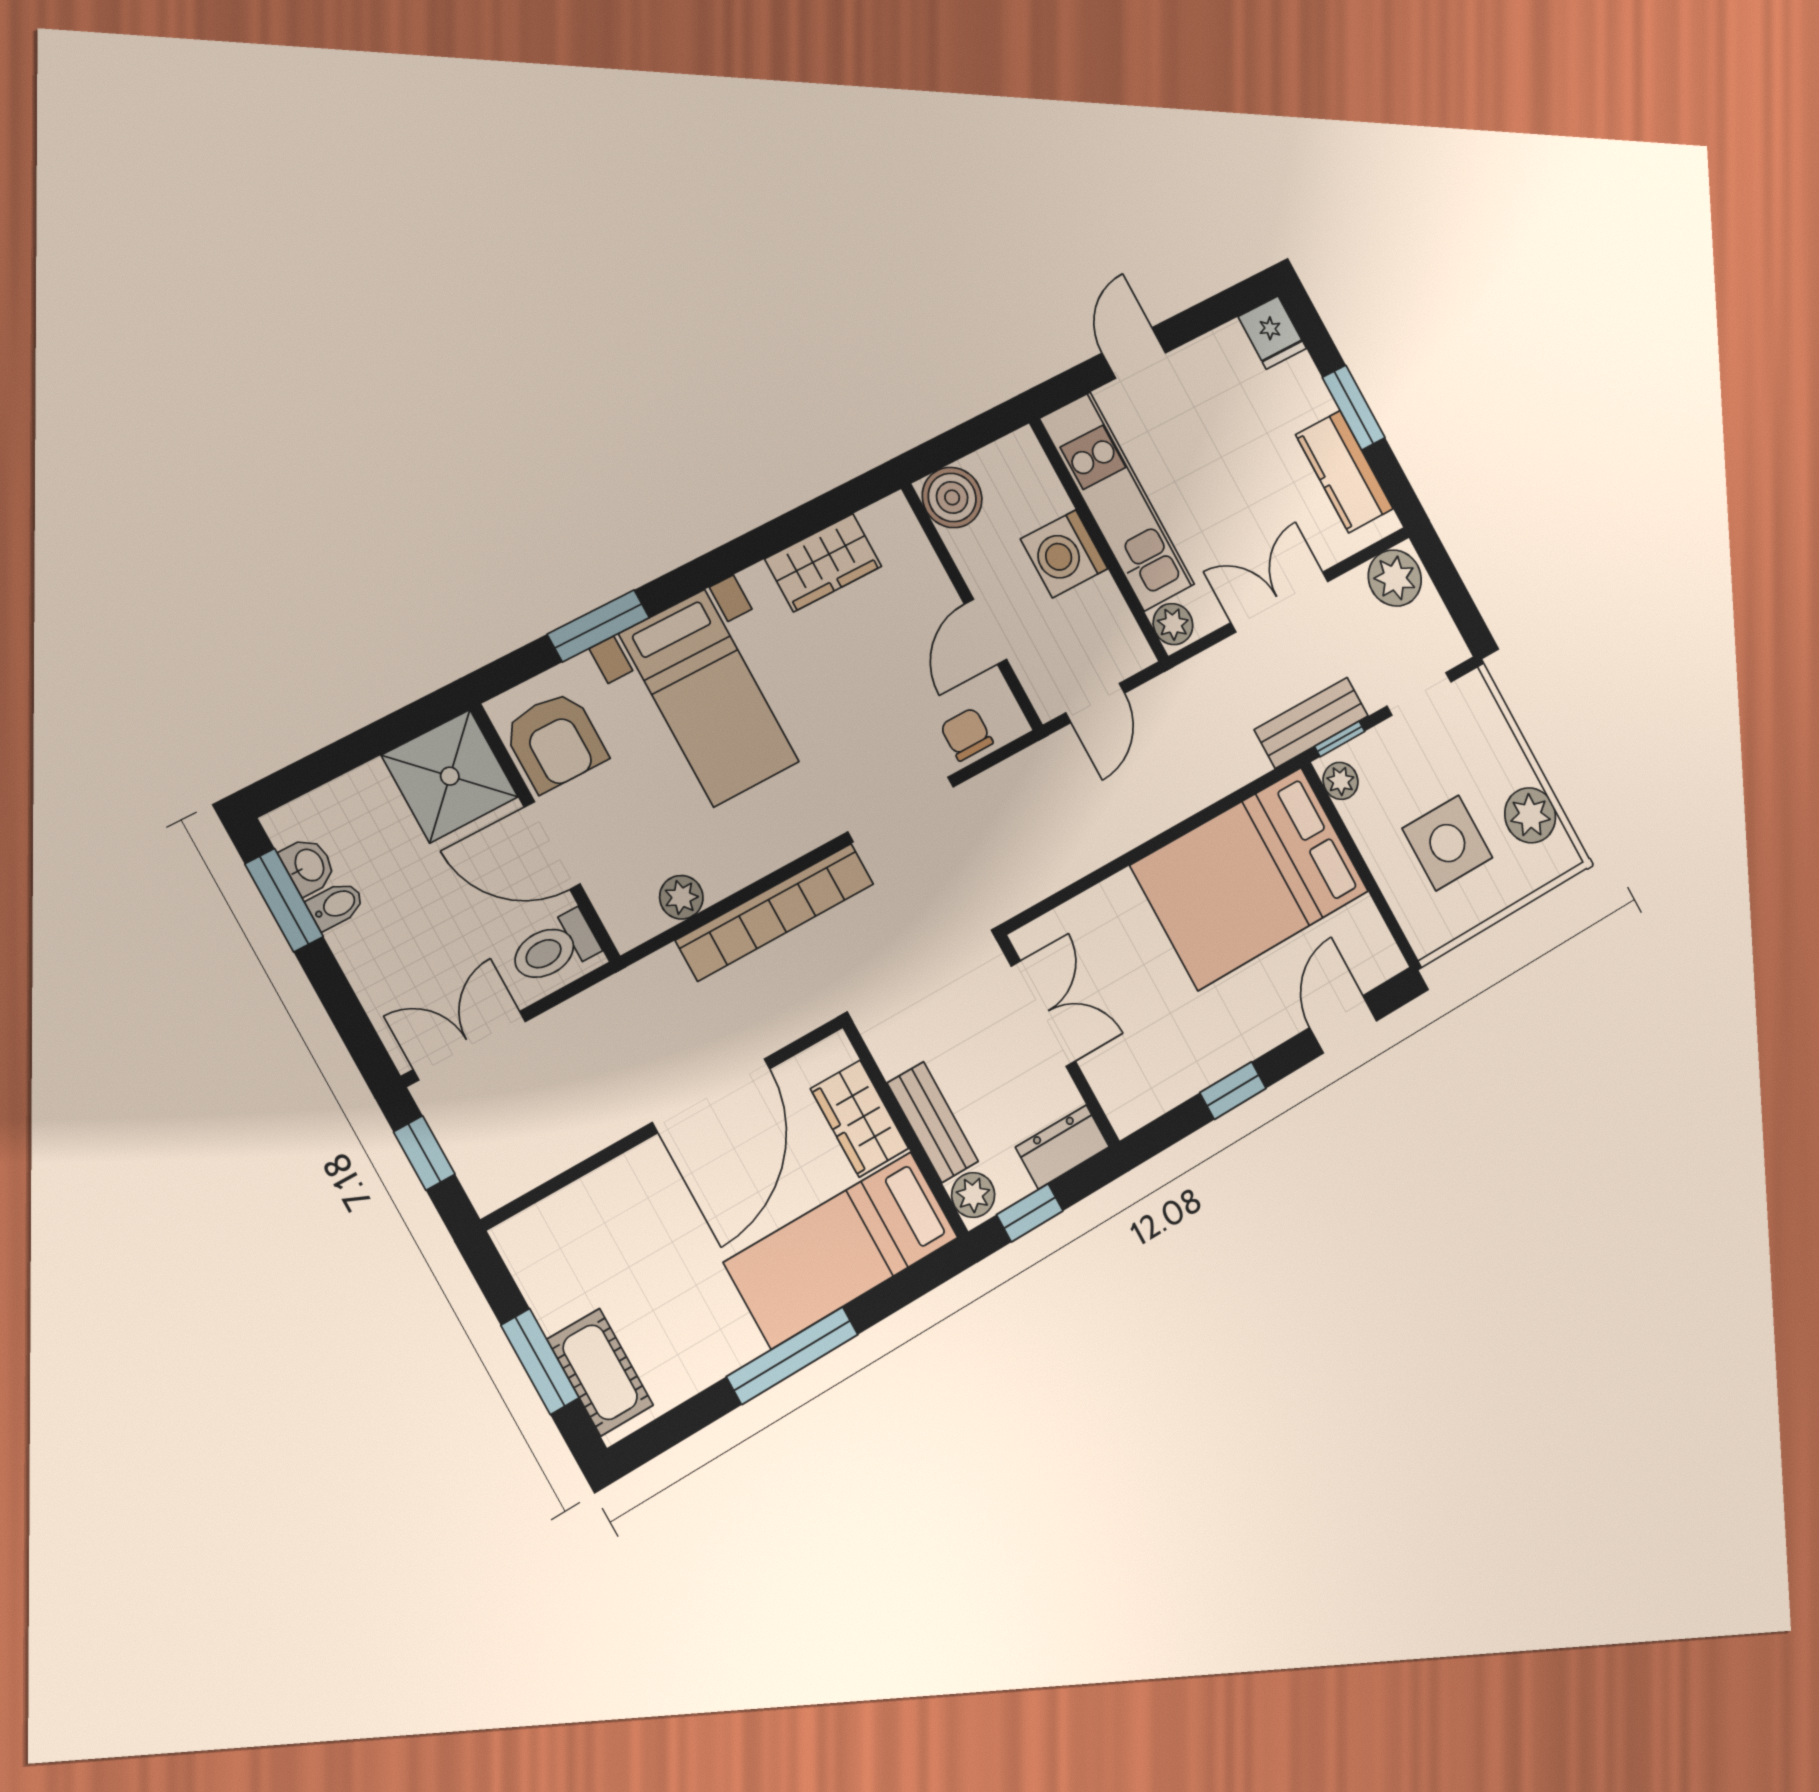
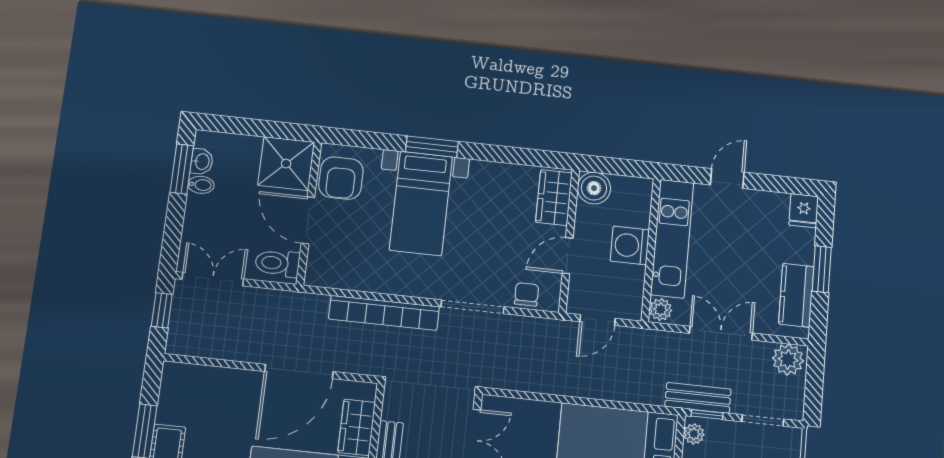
wardrobe: (823, 563) -> (554, 198), moved, turned 90
window: (598, 626) -> (432, 147), moved
plant: (681, 897) -> (347, 279), removed

